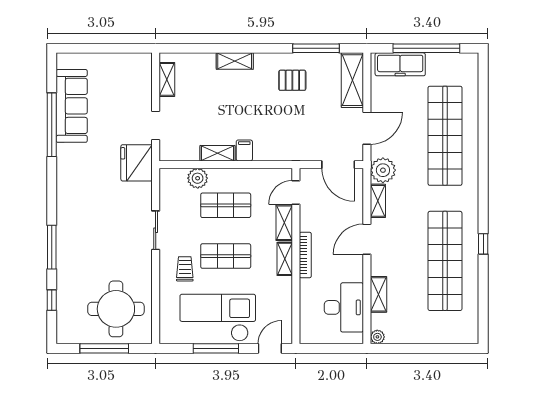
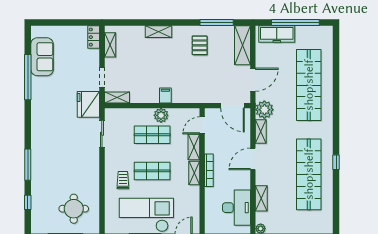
locker: (144, 69) -> (94, 37), added
pallet: (292, 80) -> (200, 45), turned 90
sofa: (72, 106) -> (42, 57), width x0.73
shelving: (218, 153) -> (117, 97), moved
plant: (198, 178) -> (161, 115), moved
sliding door: (156, 230) -> (102, 134), moved
round table: (116, 309) -> (74, 209), width x0.73, depth x0.73

